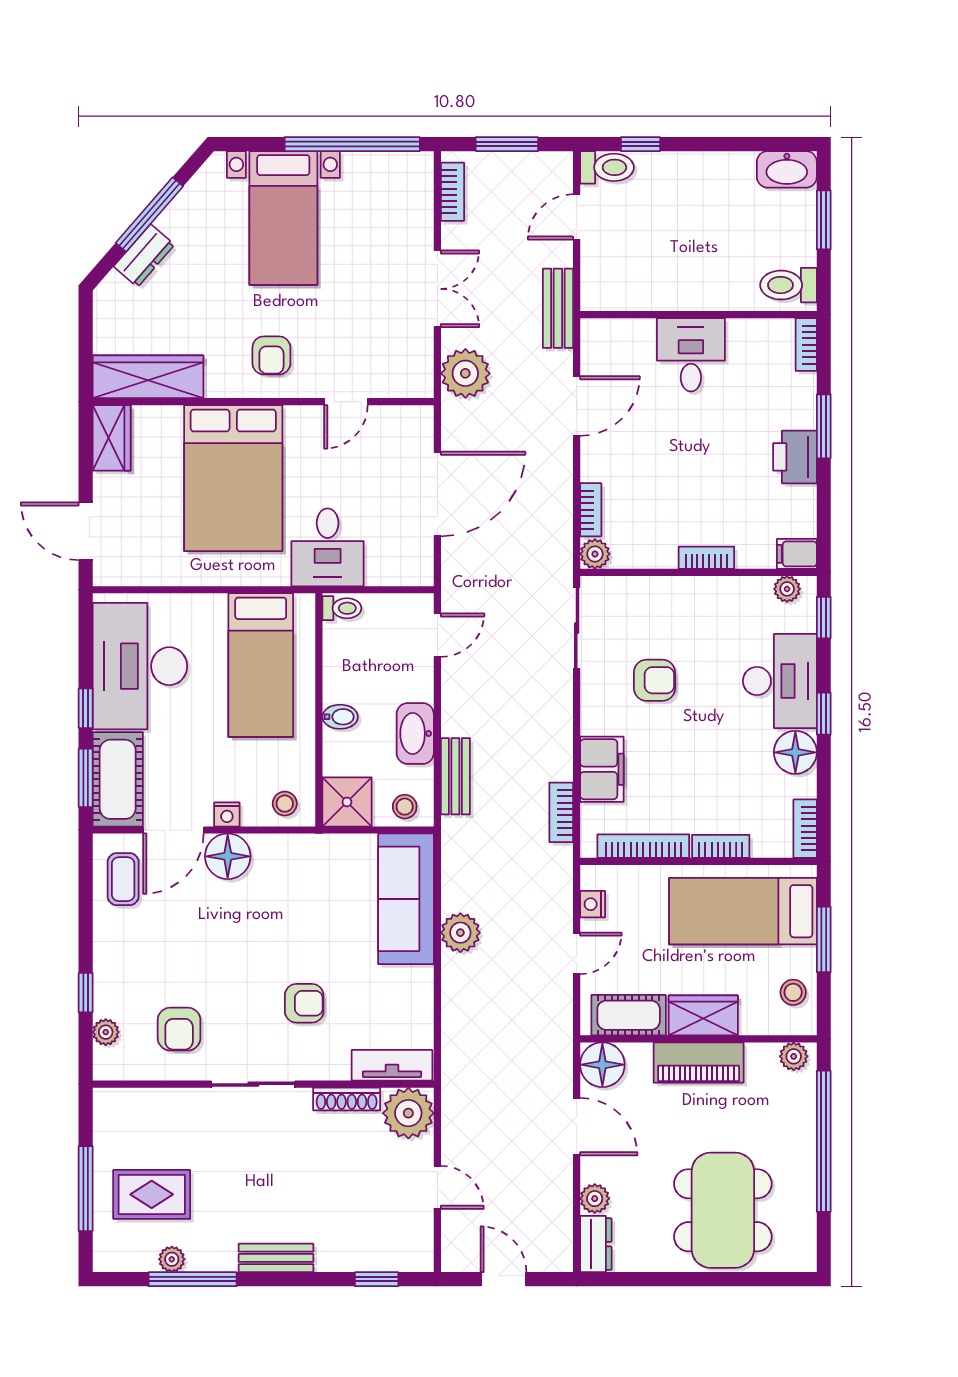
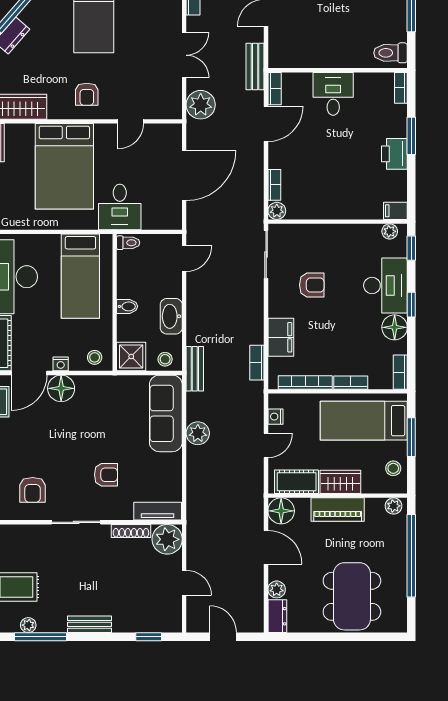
bookcase: (706, 558) -> (275, 89), moved, turned 90
bench: (455, 776) -> (195, 369), moved

